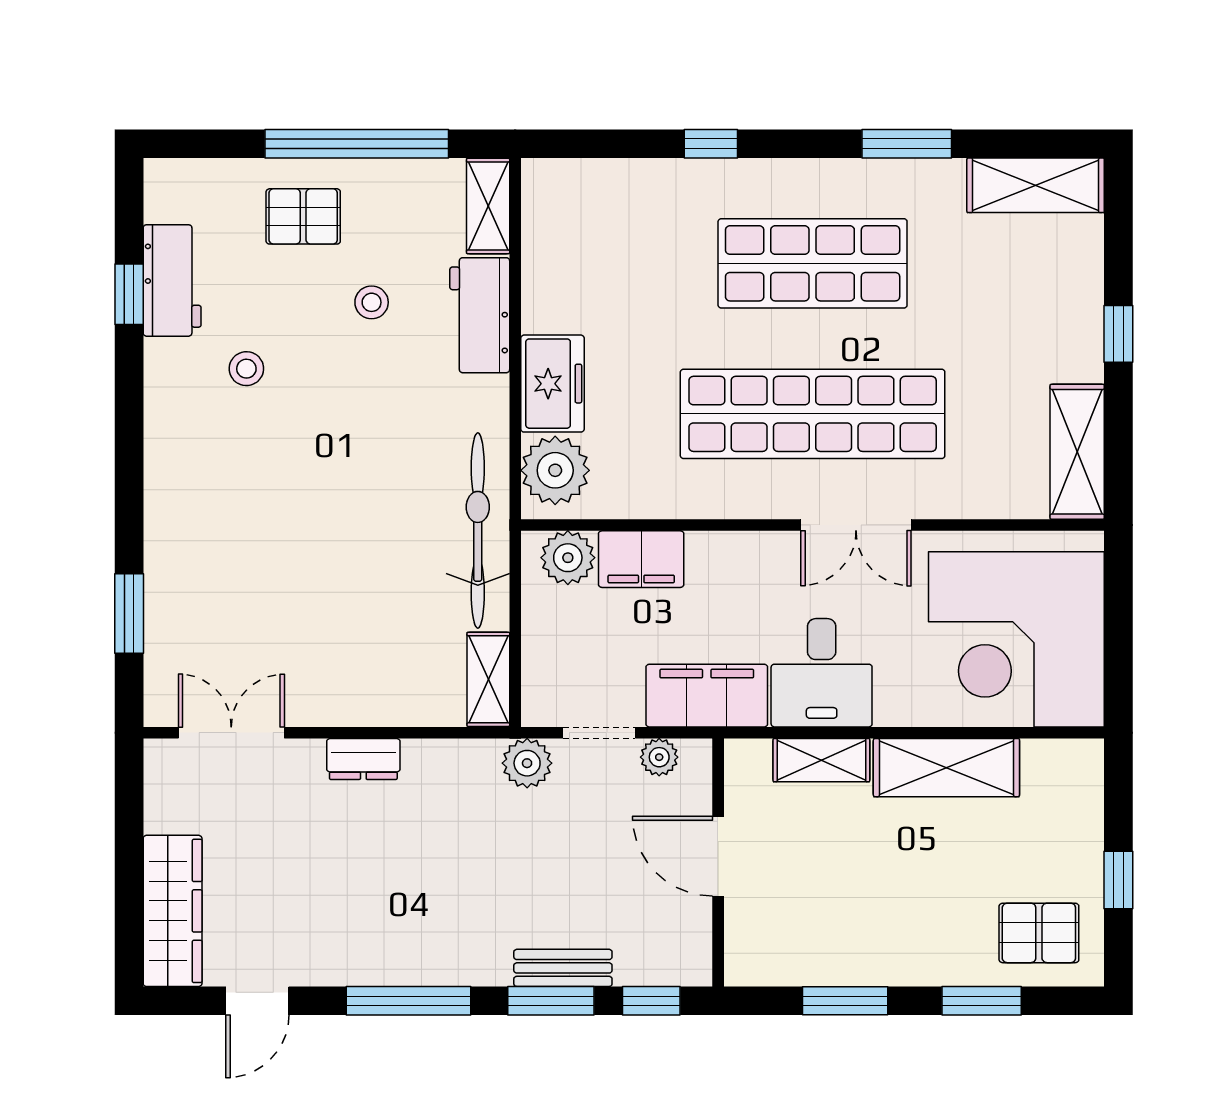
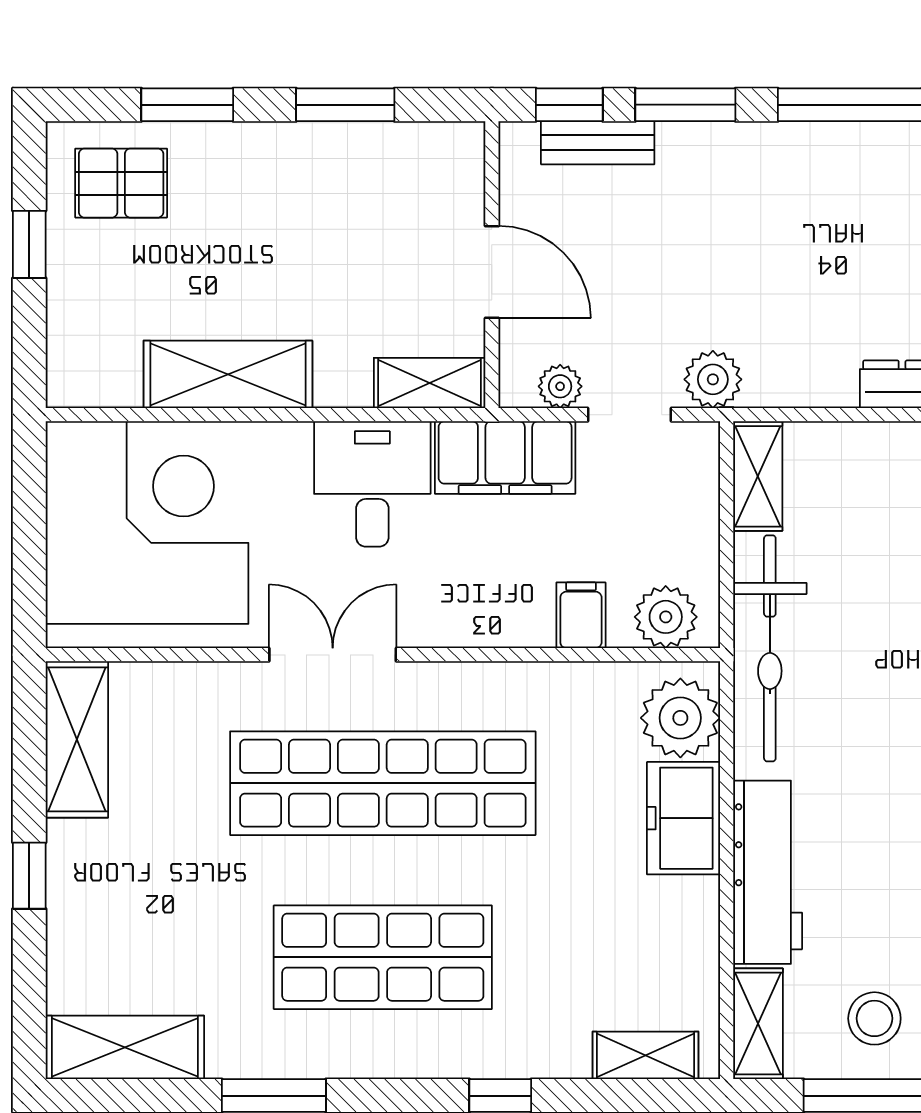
shelving: (585, 178) -> (645, 1055), added
stool: (372, 302) -> (874, 1018), moved, width x1.37, depth x1.37
workbench: (480, 315) -> (768, 872), width x1.38
filing cabinet: (641, 559) -> (581, 615), width x0.50
shelving: (821, 760) -> (430, 383), moved
bench: (563, 968) -> (598, 143), moved

